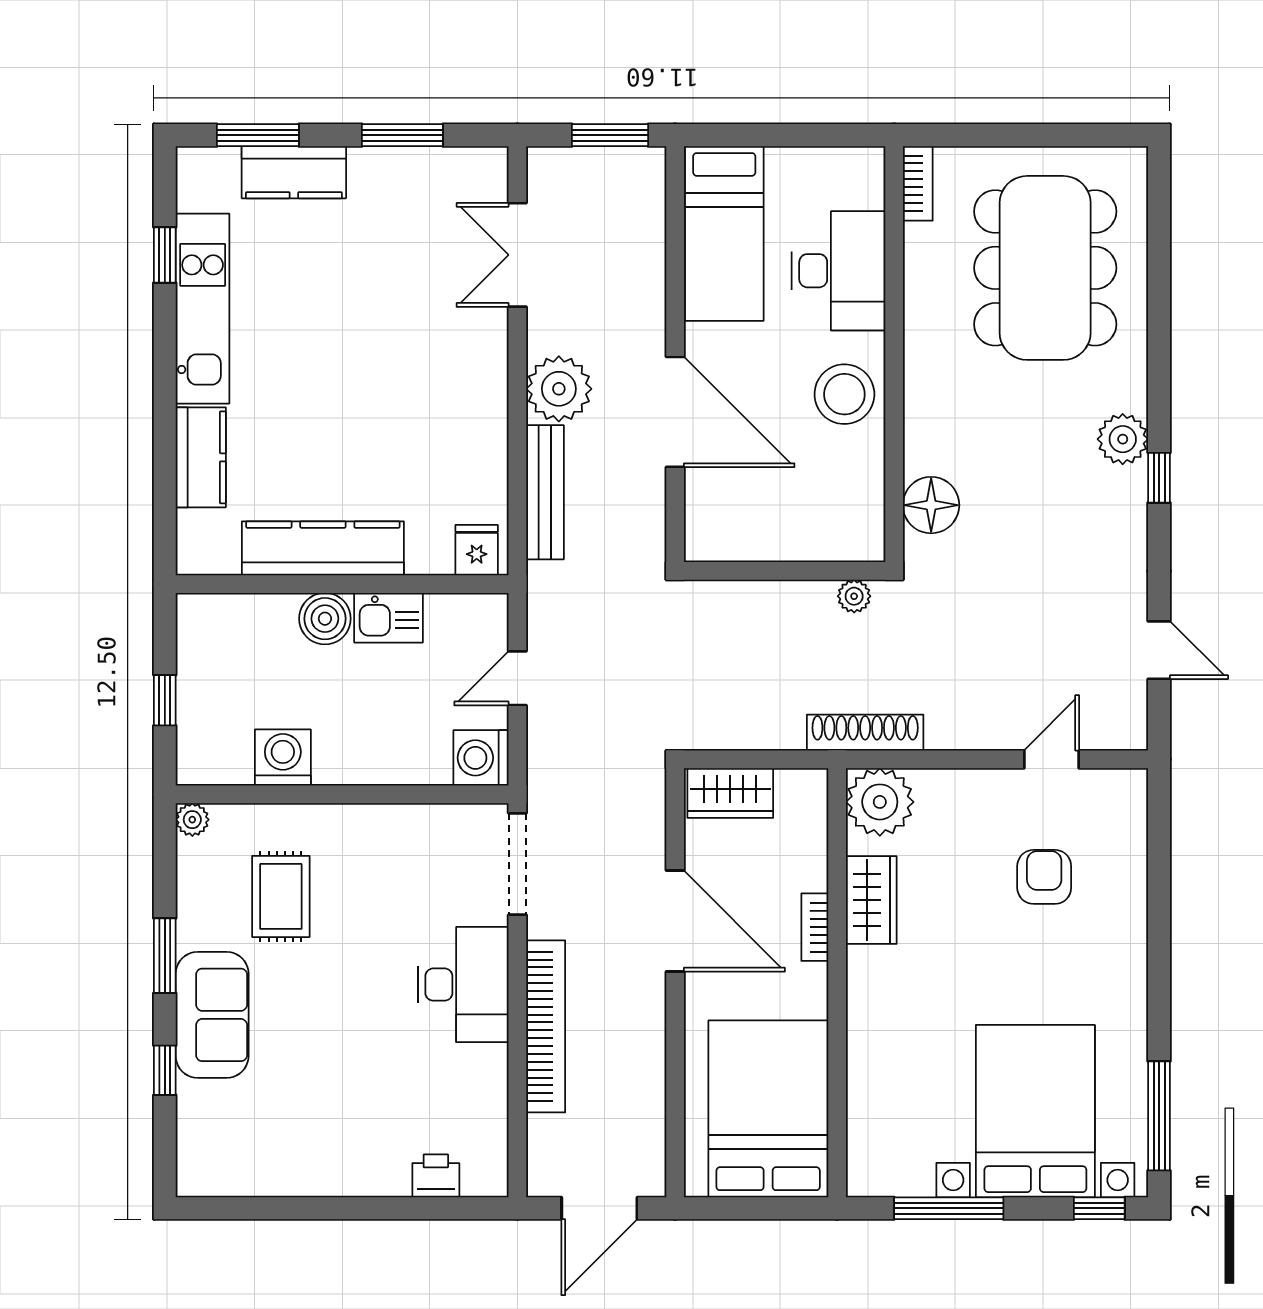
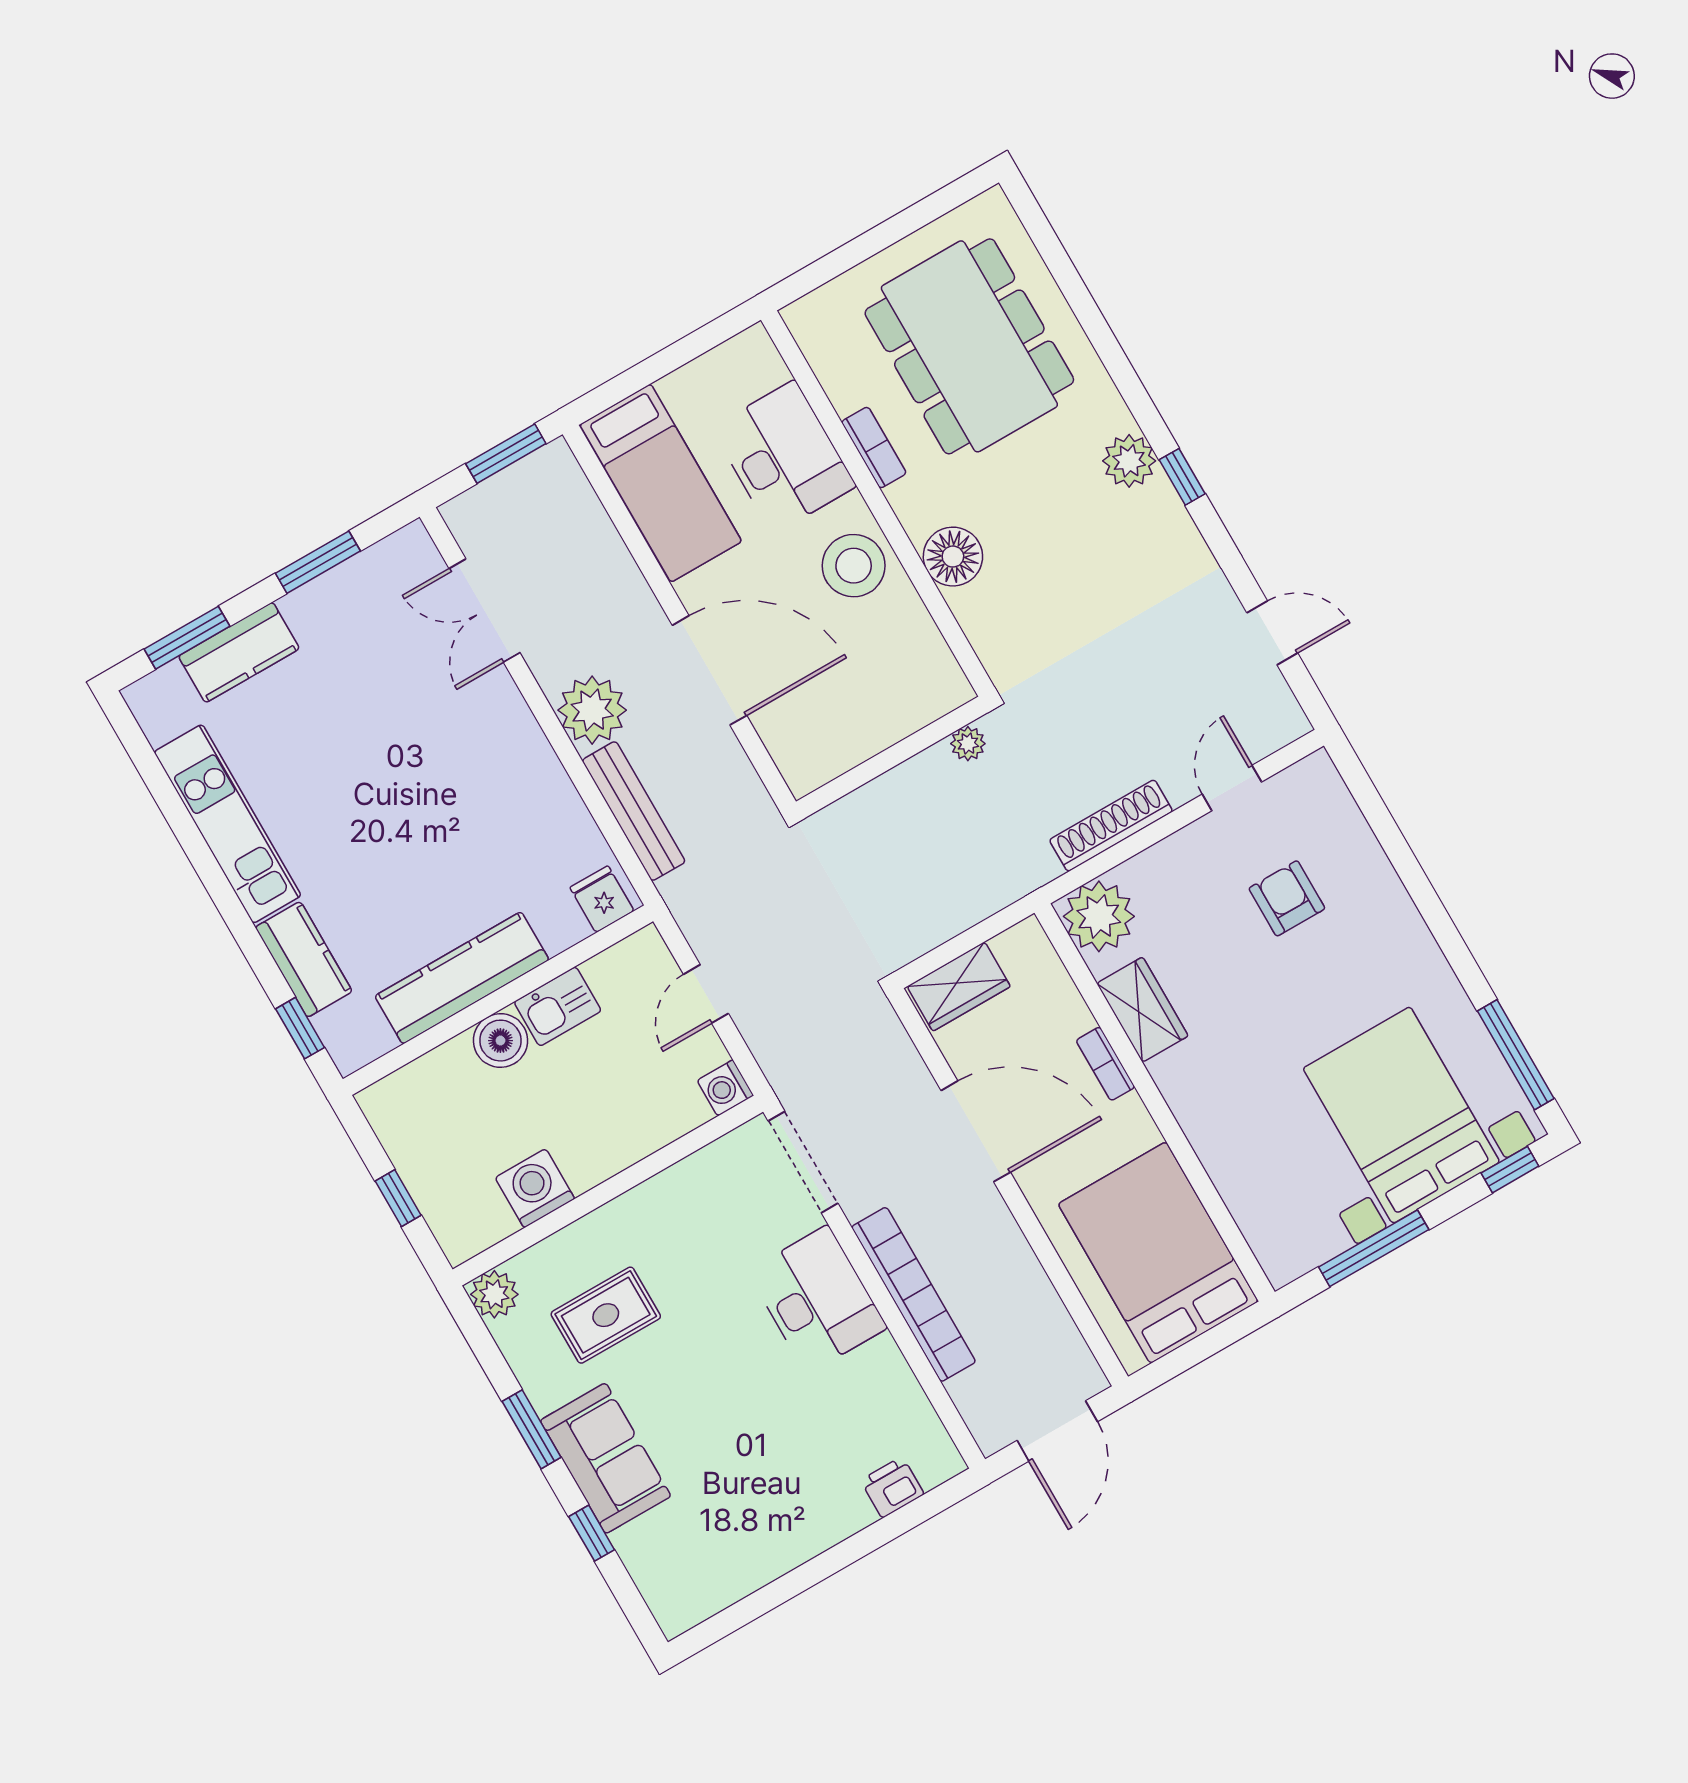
bookcase: (918, 183) -> (874, 447), moved
window: (165, 255) -> (300, 1028), moved
floor lamp: (931, 505) -> (953, 557), moved
shoe rack: (865, 733) -> (1111, 826), moved
washing machine: (481, 758) -> (725, 1088), width x0.73, depth x0.73
plant: (192, 820) -> (494, 1294), width x1.38, depth x1.38
rug: (281, 896) -> (606, 1315), turned 90

